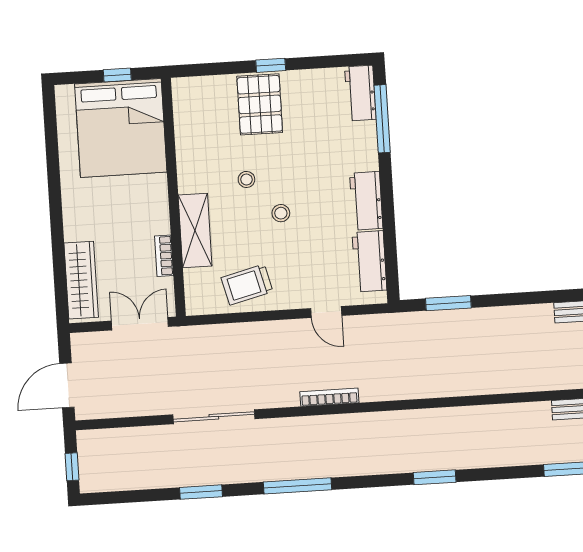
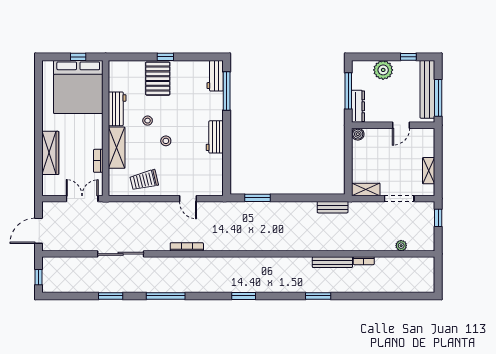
workbench: (369, 261) -> (117, 109), moved, turned 180
wardrobe: (81, 280) -> (50, 153), moved

